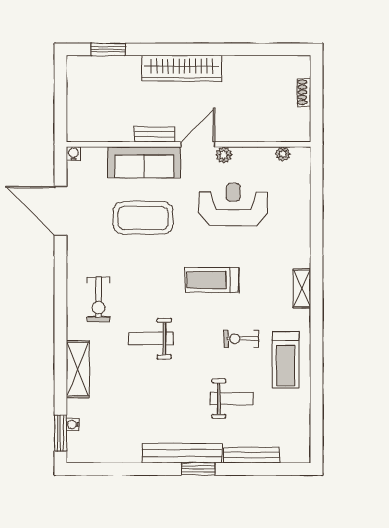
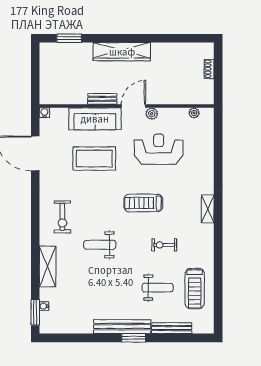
treadmill: (286, 360) -> (195, 289), moved

